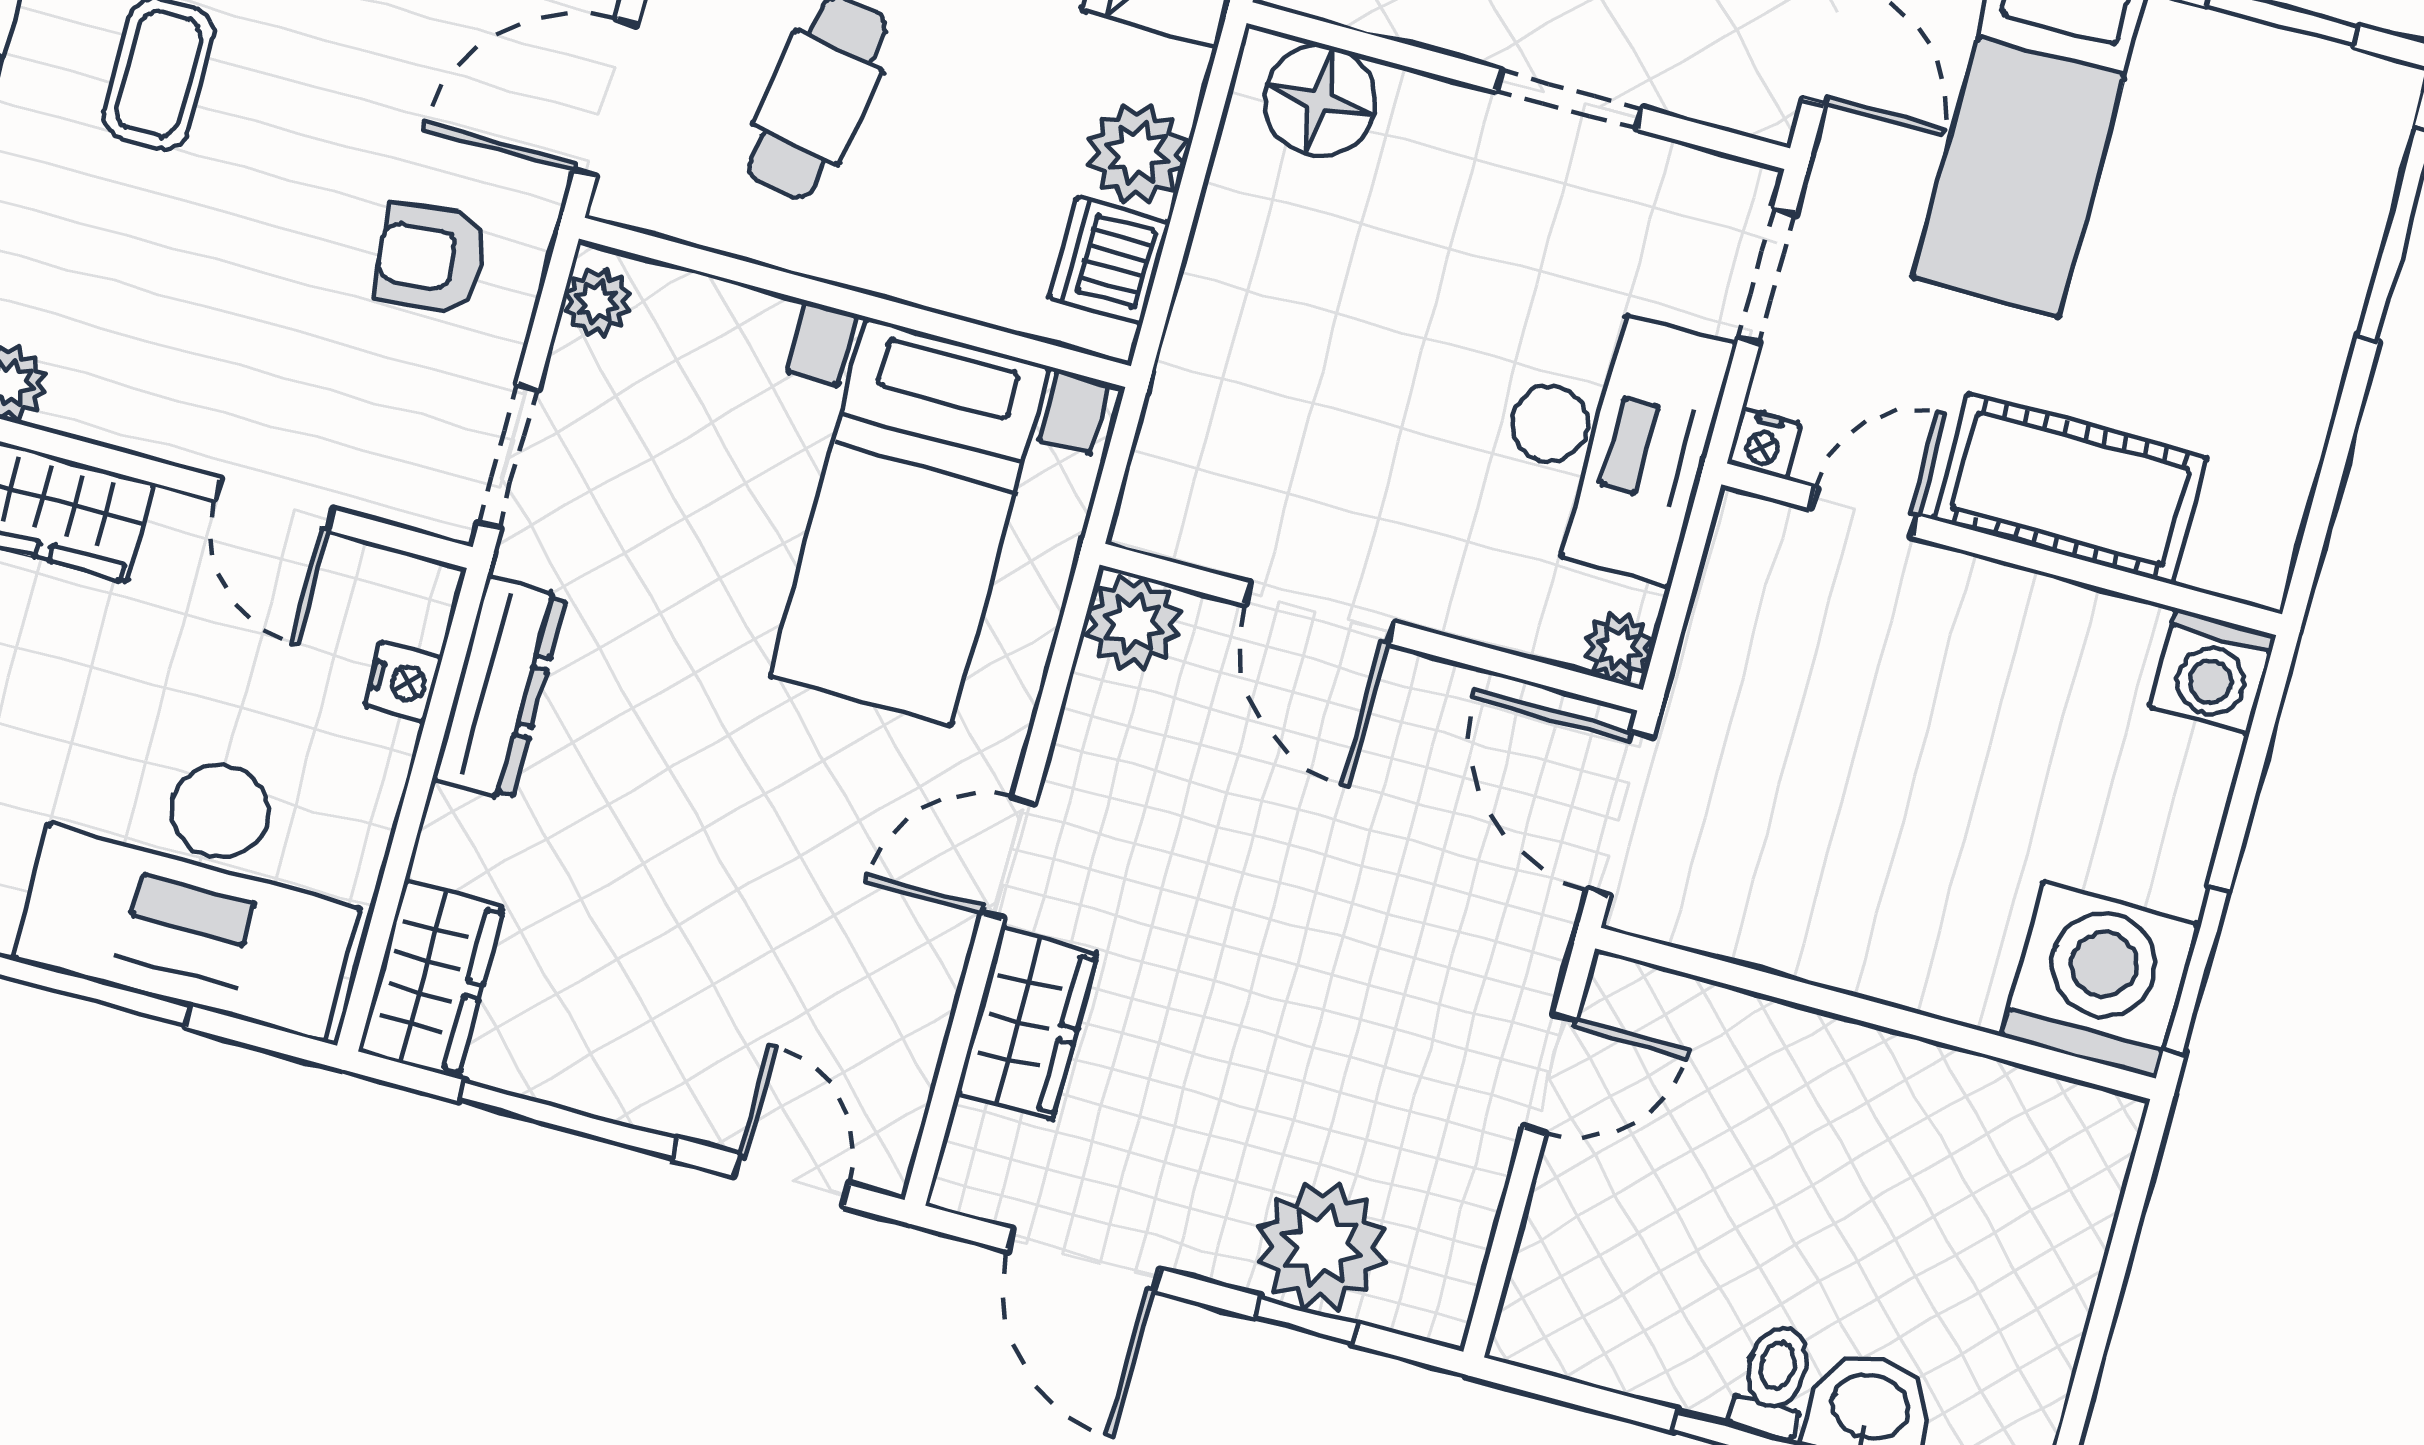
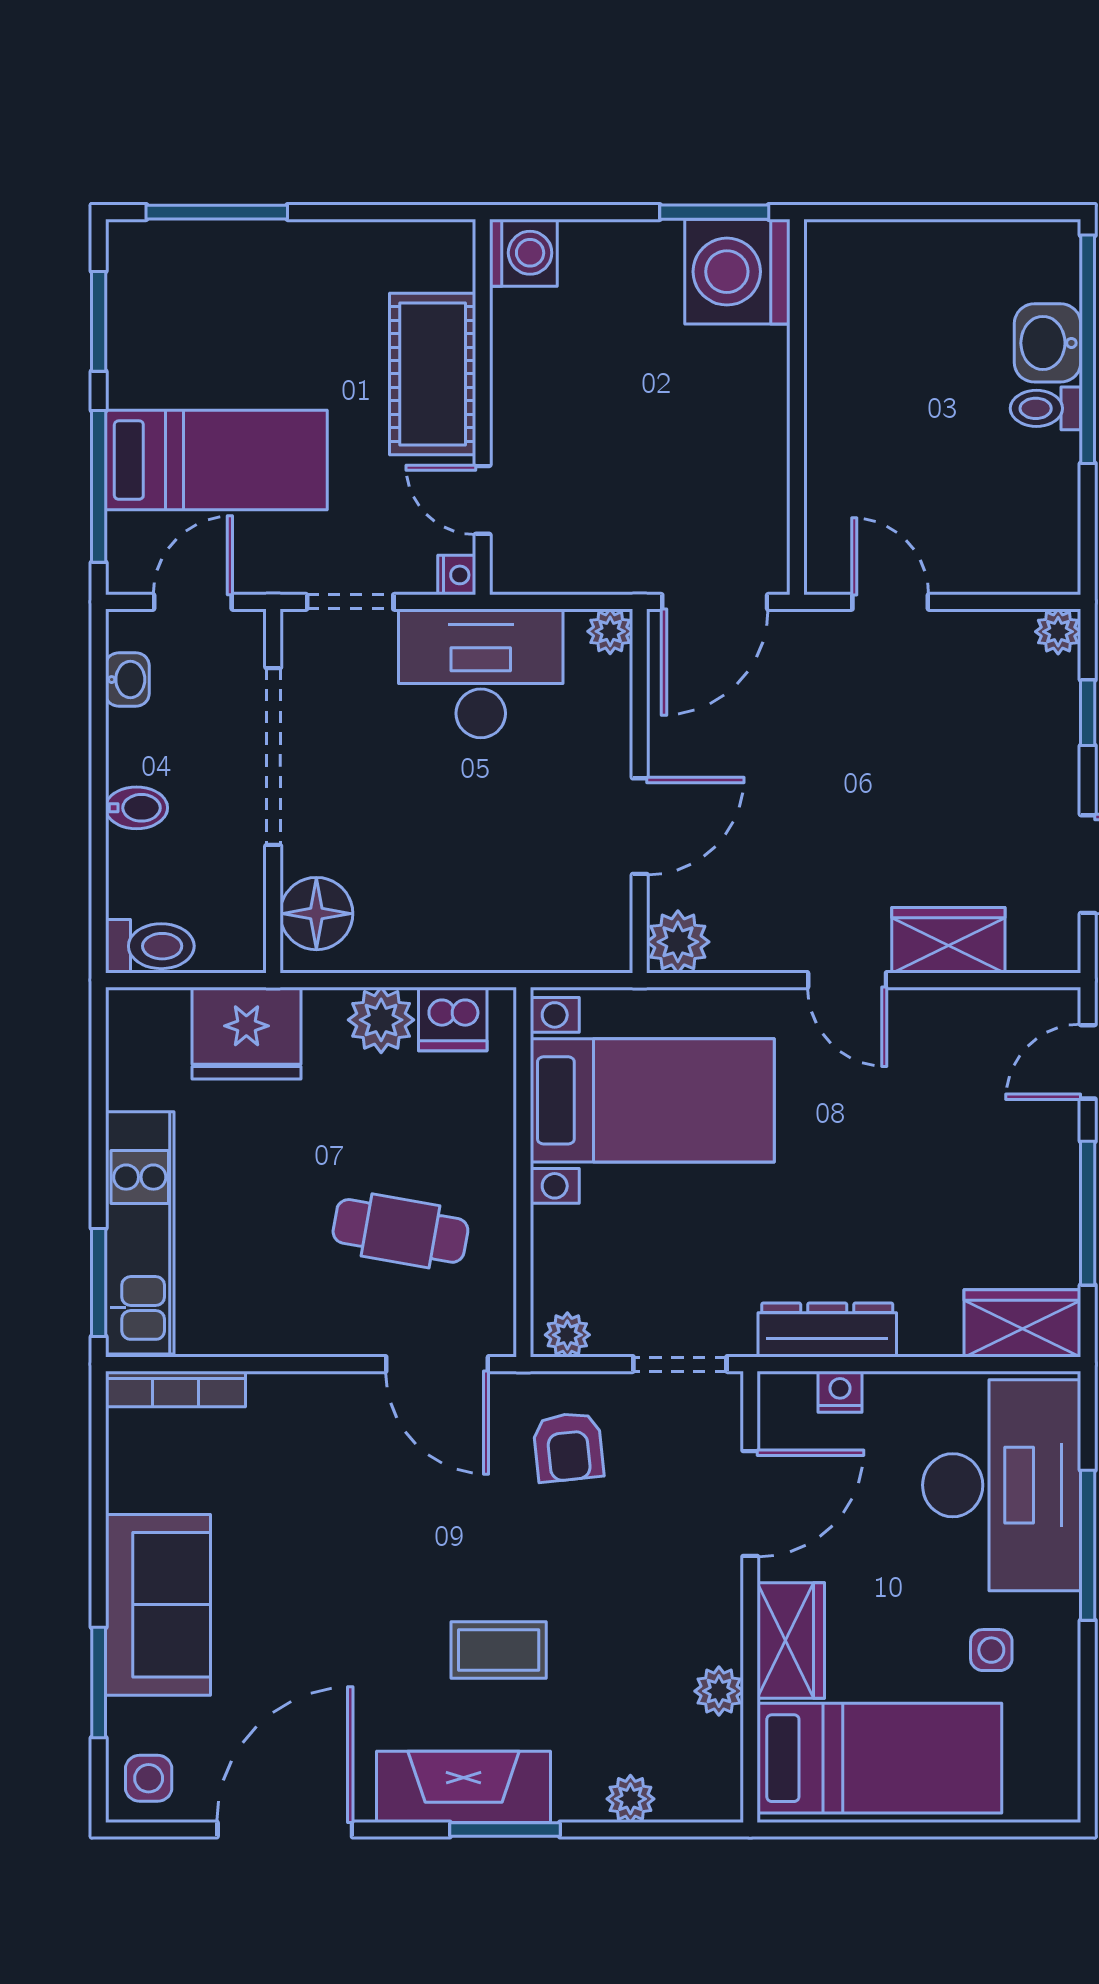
doorway: (1569, 100) -> (273, 757), width x1.87
door: (274, 505) -> (750, 1503), width x1.38
plant: (1321, 1246) -> (1058, 632), moved, width x0.53, depth x0.53

